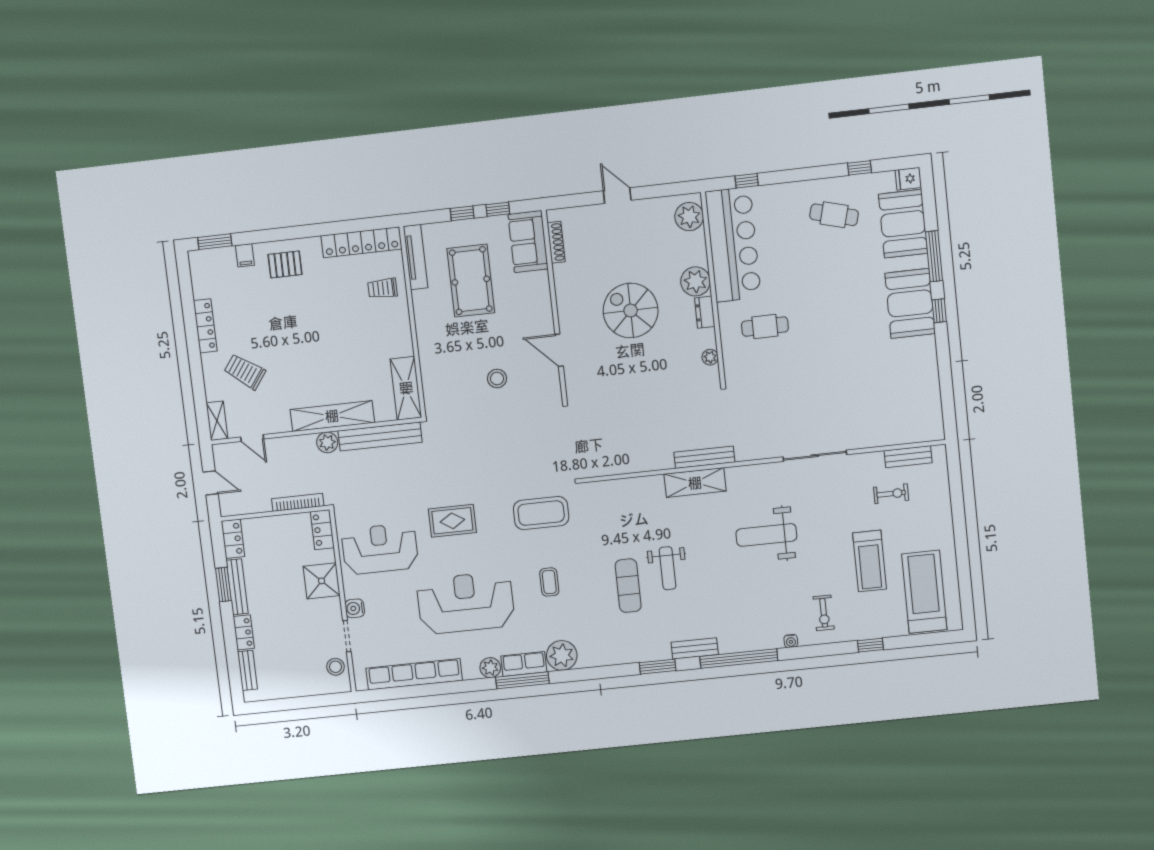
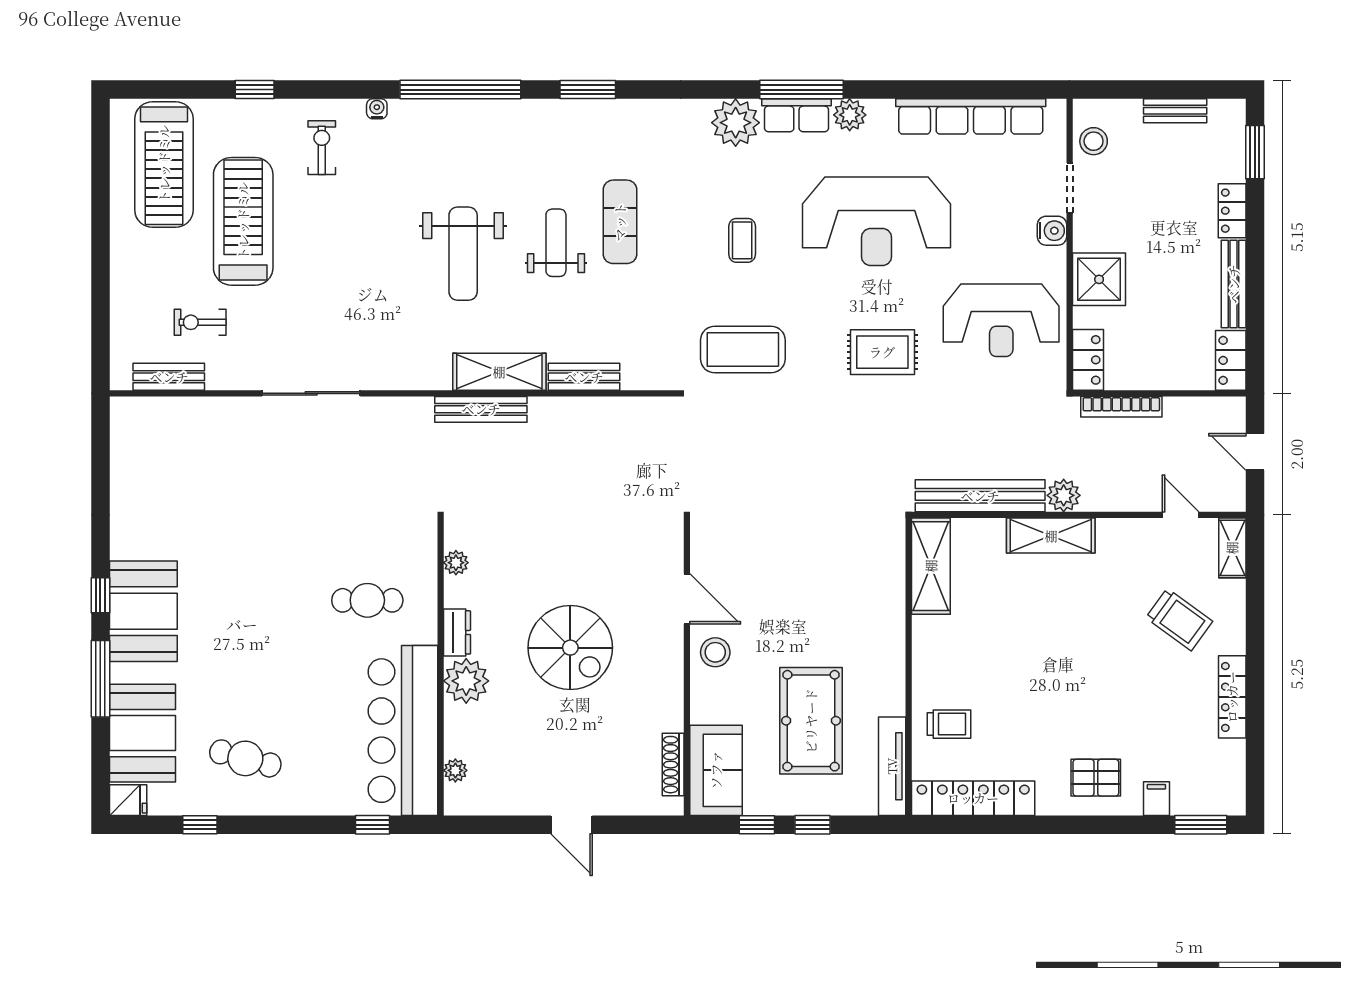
plant: (689, 217) -> (455, 770), width x0.53, depth x0.53
stool: (497, 379) -> (715, 652), moved
shelving: (332, 416) -> (1051, 536), width x0.68
weight bench: (766, 535) -> (463, 254), moved, turned 90
treadmill: (870, 561) -> (243, 221), width x1.37, depth x1.38
window: (223, 585) -> (1255, 152), moved
bench: (695, 648) -> (584, 377), moved
bench: (247, 670) -> (1175, 111), moved, turned 90

